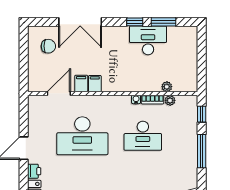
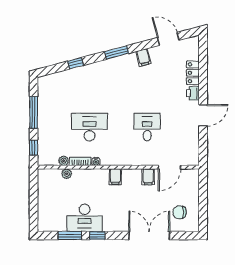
filing cabinet: (95, 84) -> (115, 177), moved
desk: (82, 136) -> (147, 127), width x0.53, depth x0.77

